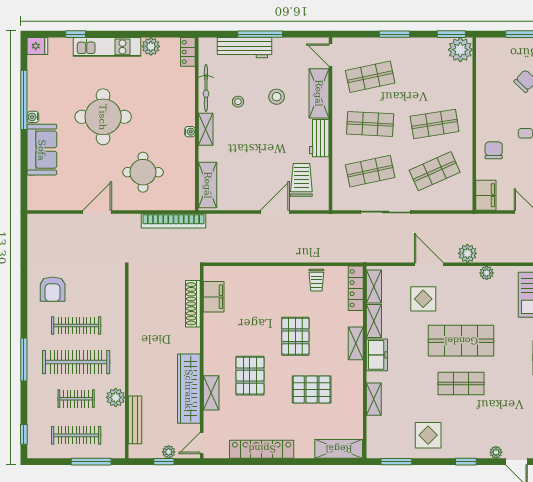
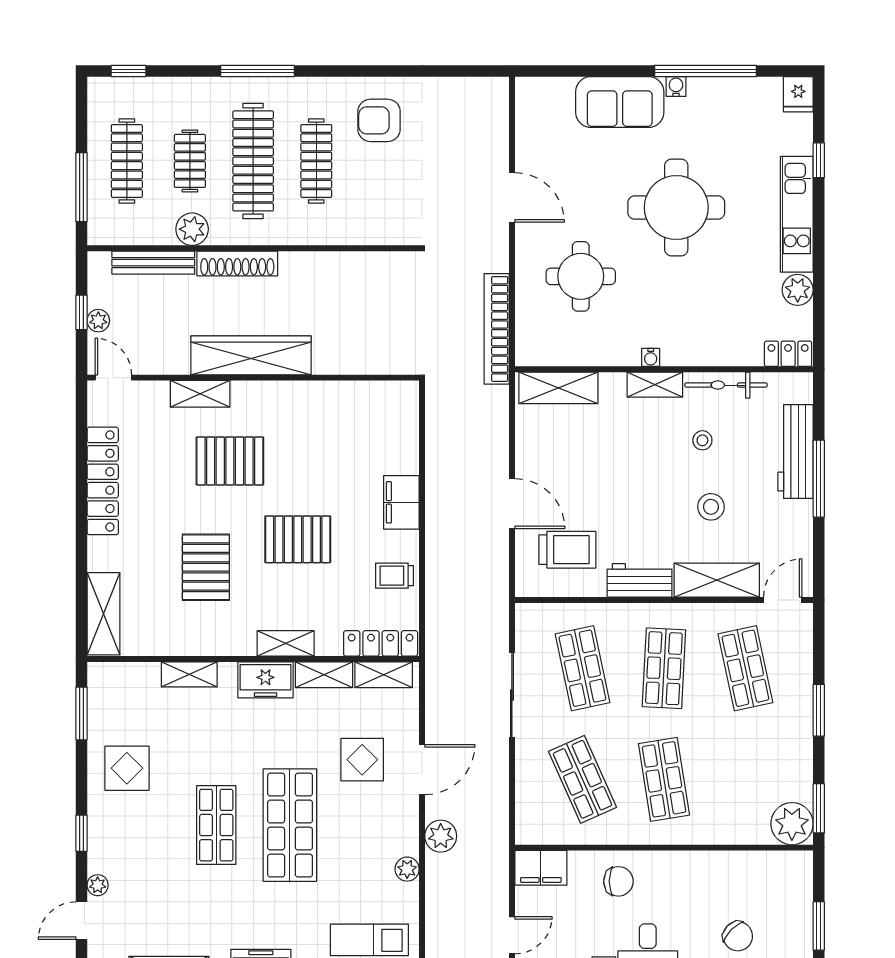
filing cabinet: (214, 297) -> (401, 502), moved, turned 90
shoe rack: (193, 304) -> (237, 263), moved, turned 180
wardrobe: (189, 389) -> (251, 355), moved

